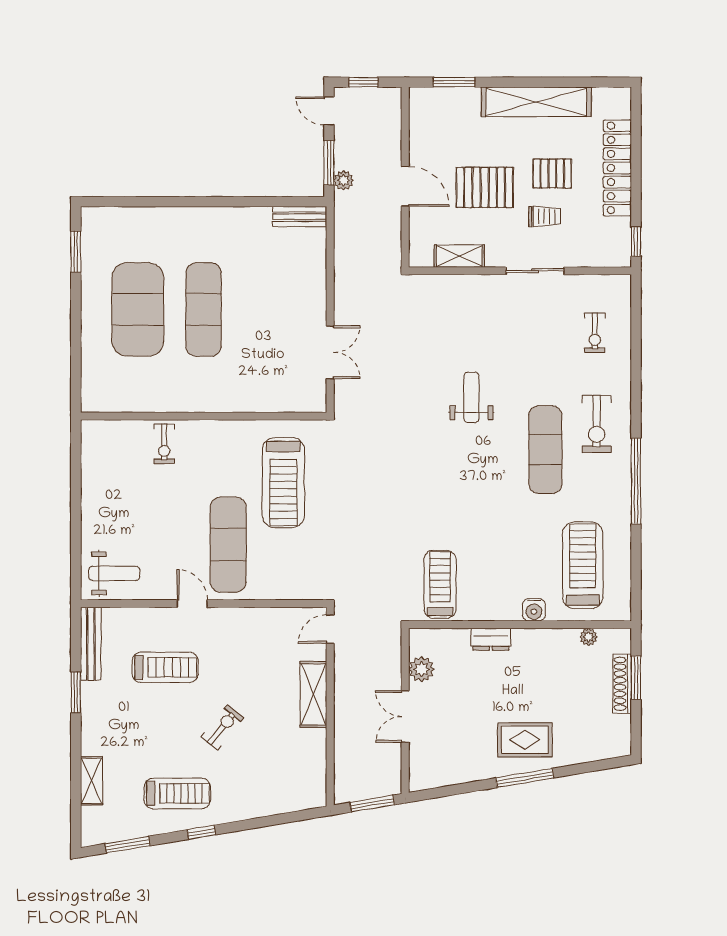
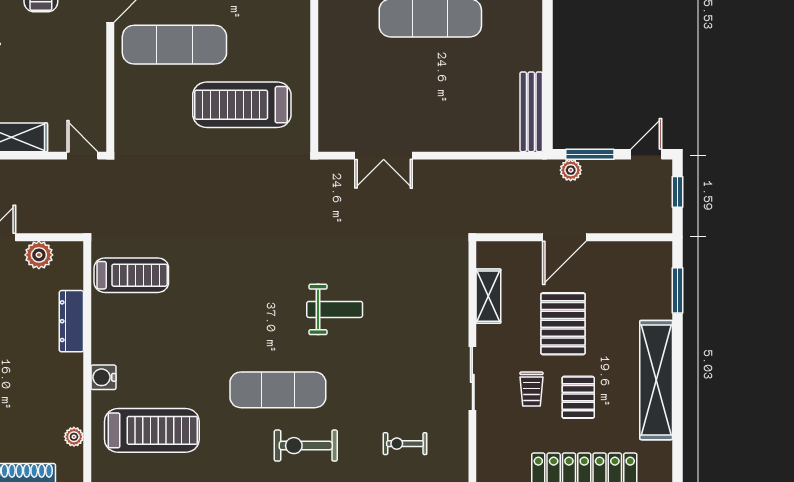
bench: (300, 217) -> (531, 112), width x1.36
dresser: (491, 639) -> (71, 321), width x1.44

